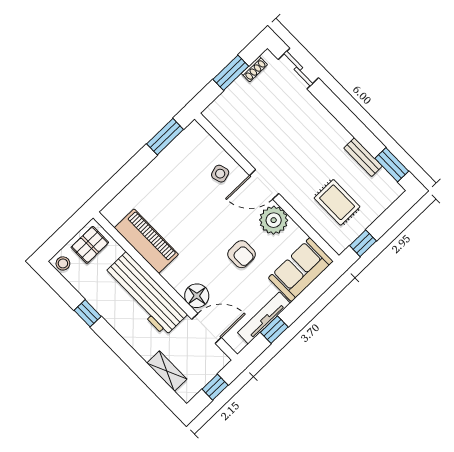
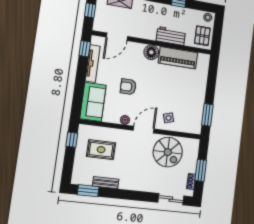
spiral stairs: (255, 131) -> (168, 152), added
plant: (274, 220) -> (125, 120), width x0.53, depth x0.53
workbench: (145, 294) -> (171, 36), width x0.53, depth x0.76
floor lamp: (197, 296) -> (151, 52), moved
window: (274, 330) -> (85, 49), moved

